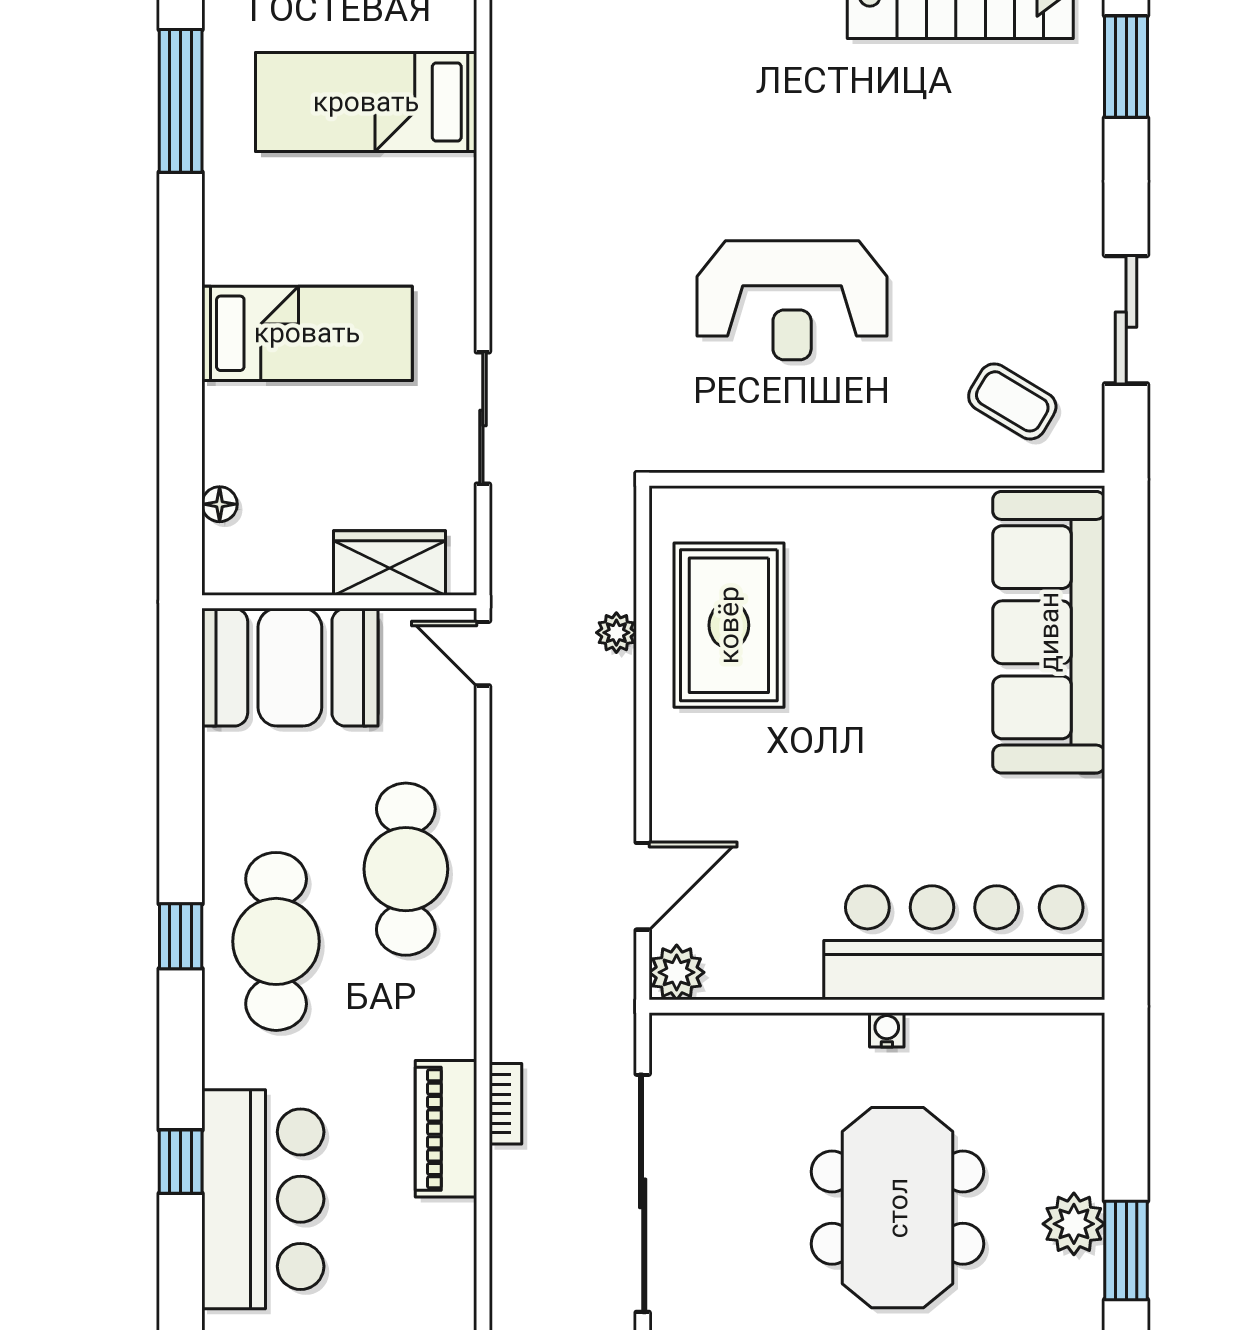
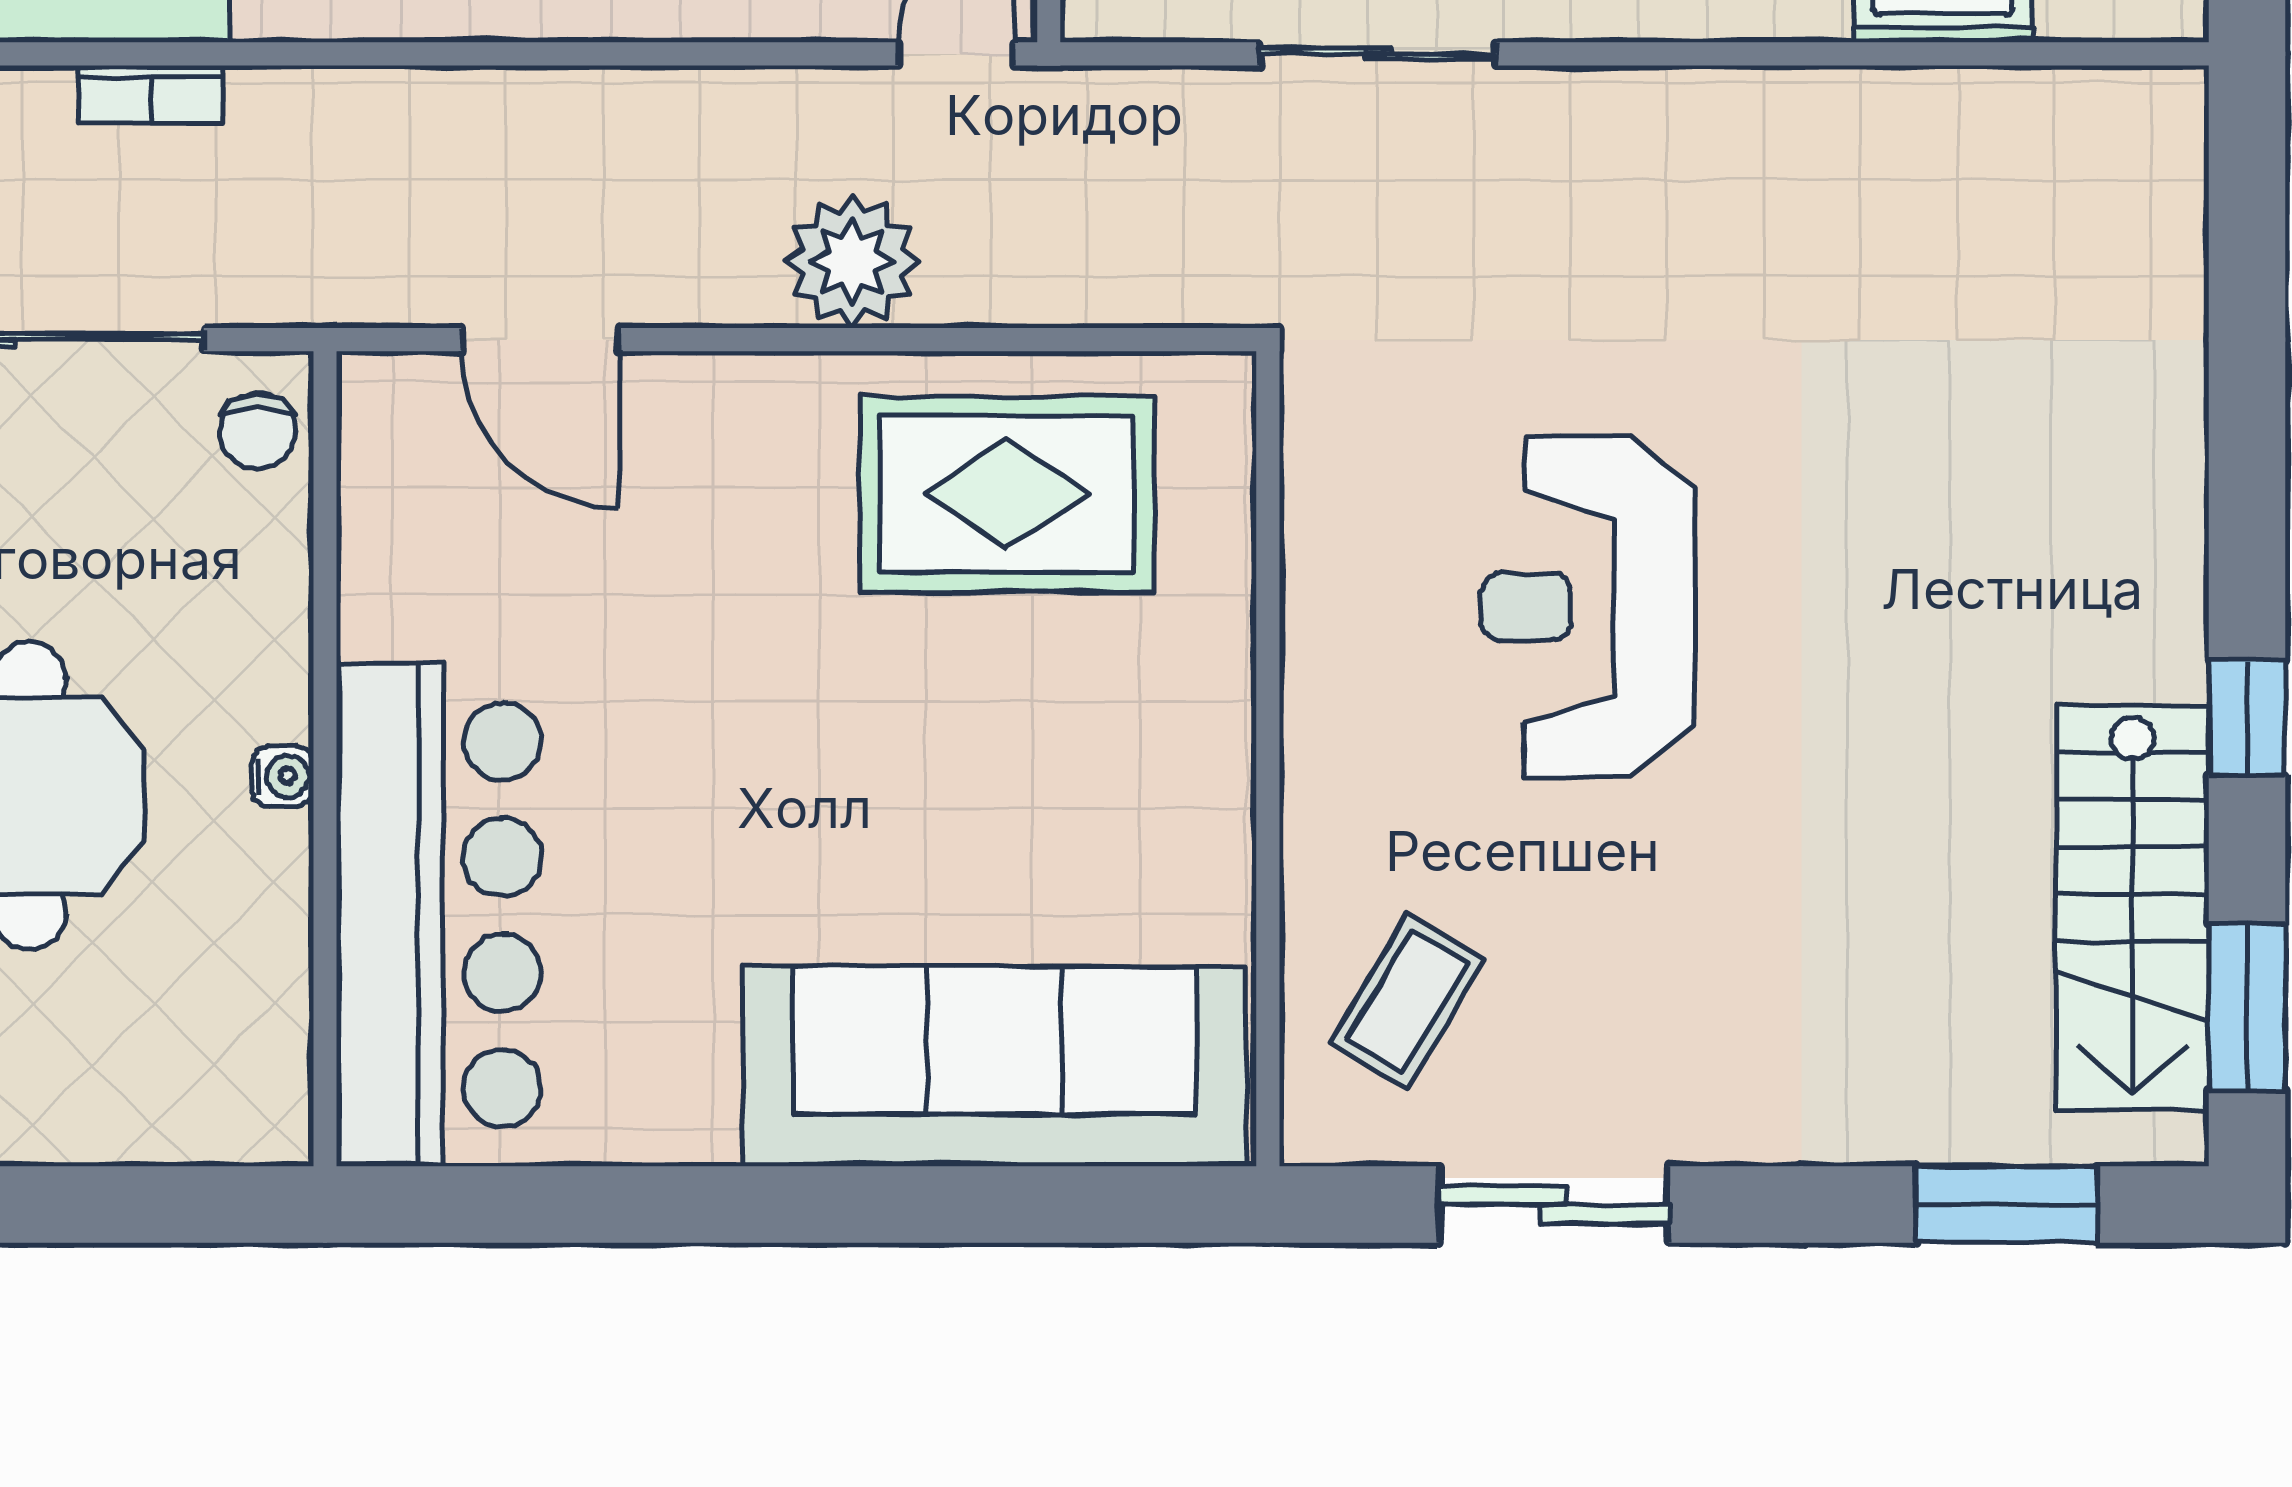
plant: (616, 633) -> (852, 261), moved, width x1.88, depth x1.88
plant: (677, 972) -> (386, 400), removed
chair: (694, 1044) -> (257, 431), added

